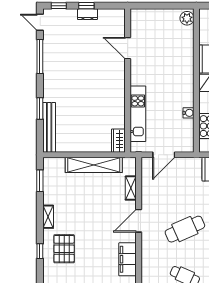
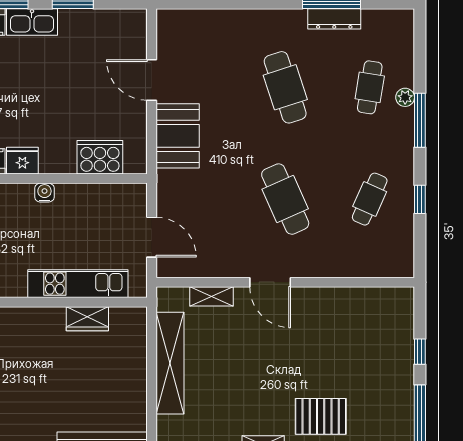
water cooler: (188, 113) -> (44, 193), moved
wardrobe: (118, 141) -> (87, 319), moved
filing cabinet: (128, 259) -> (340, 302), removed

